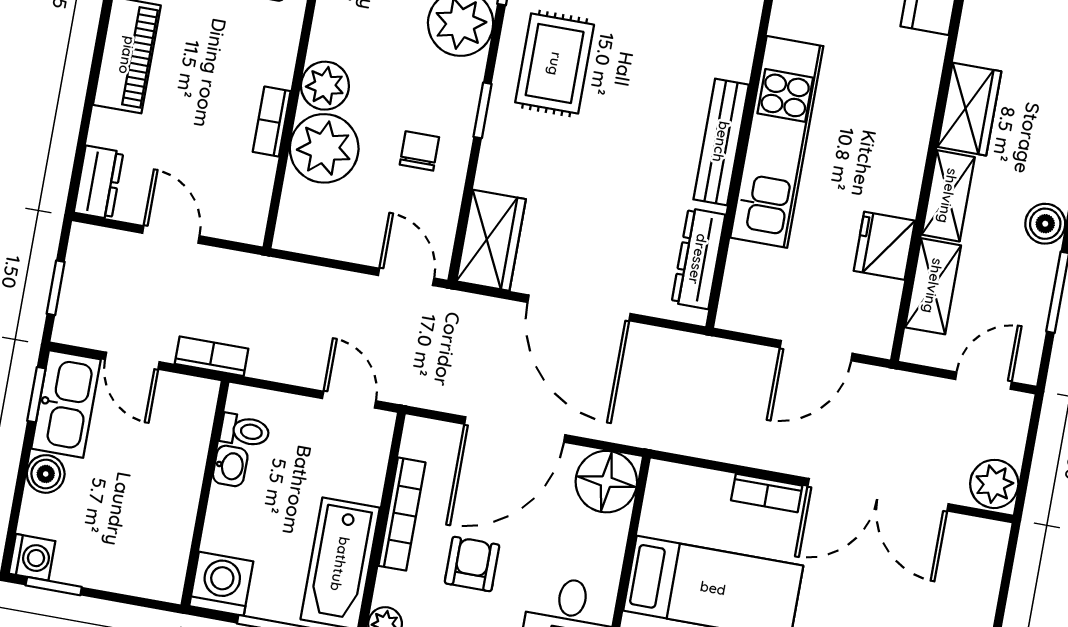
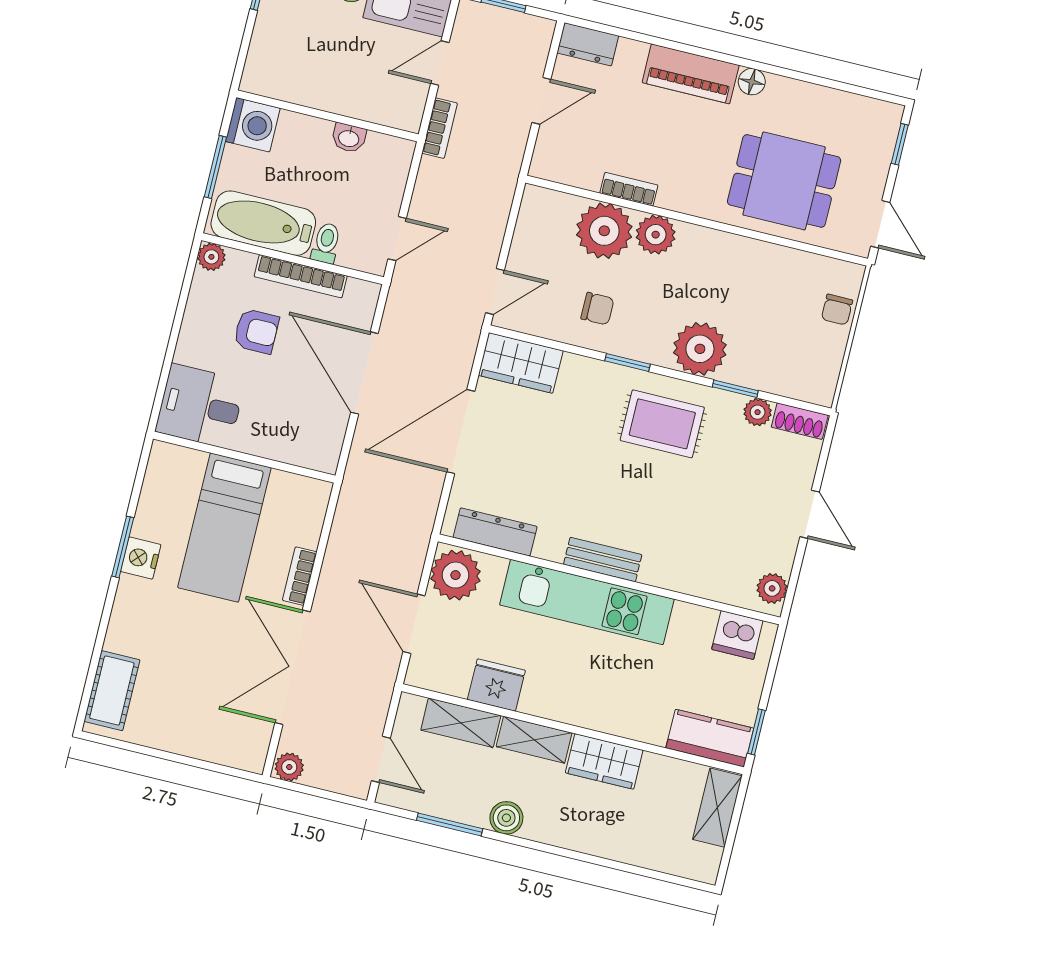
bench: (721, 142) -> (603, 560), width x0.73
plant: (754, 304) -> (456, 575), added
toilet: (245, 431) -> (326, 243), moved, turned 180
floor lamp: (606, 482) -> (317, 445), removed
plant: (994, 484) -> (289, 767), width x0.73, depth x0.73

